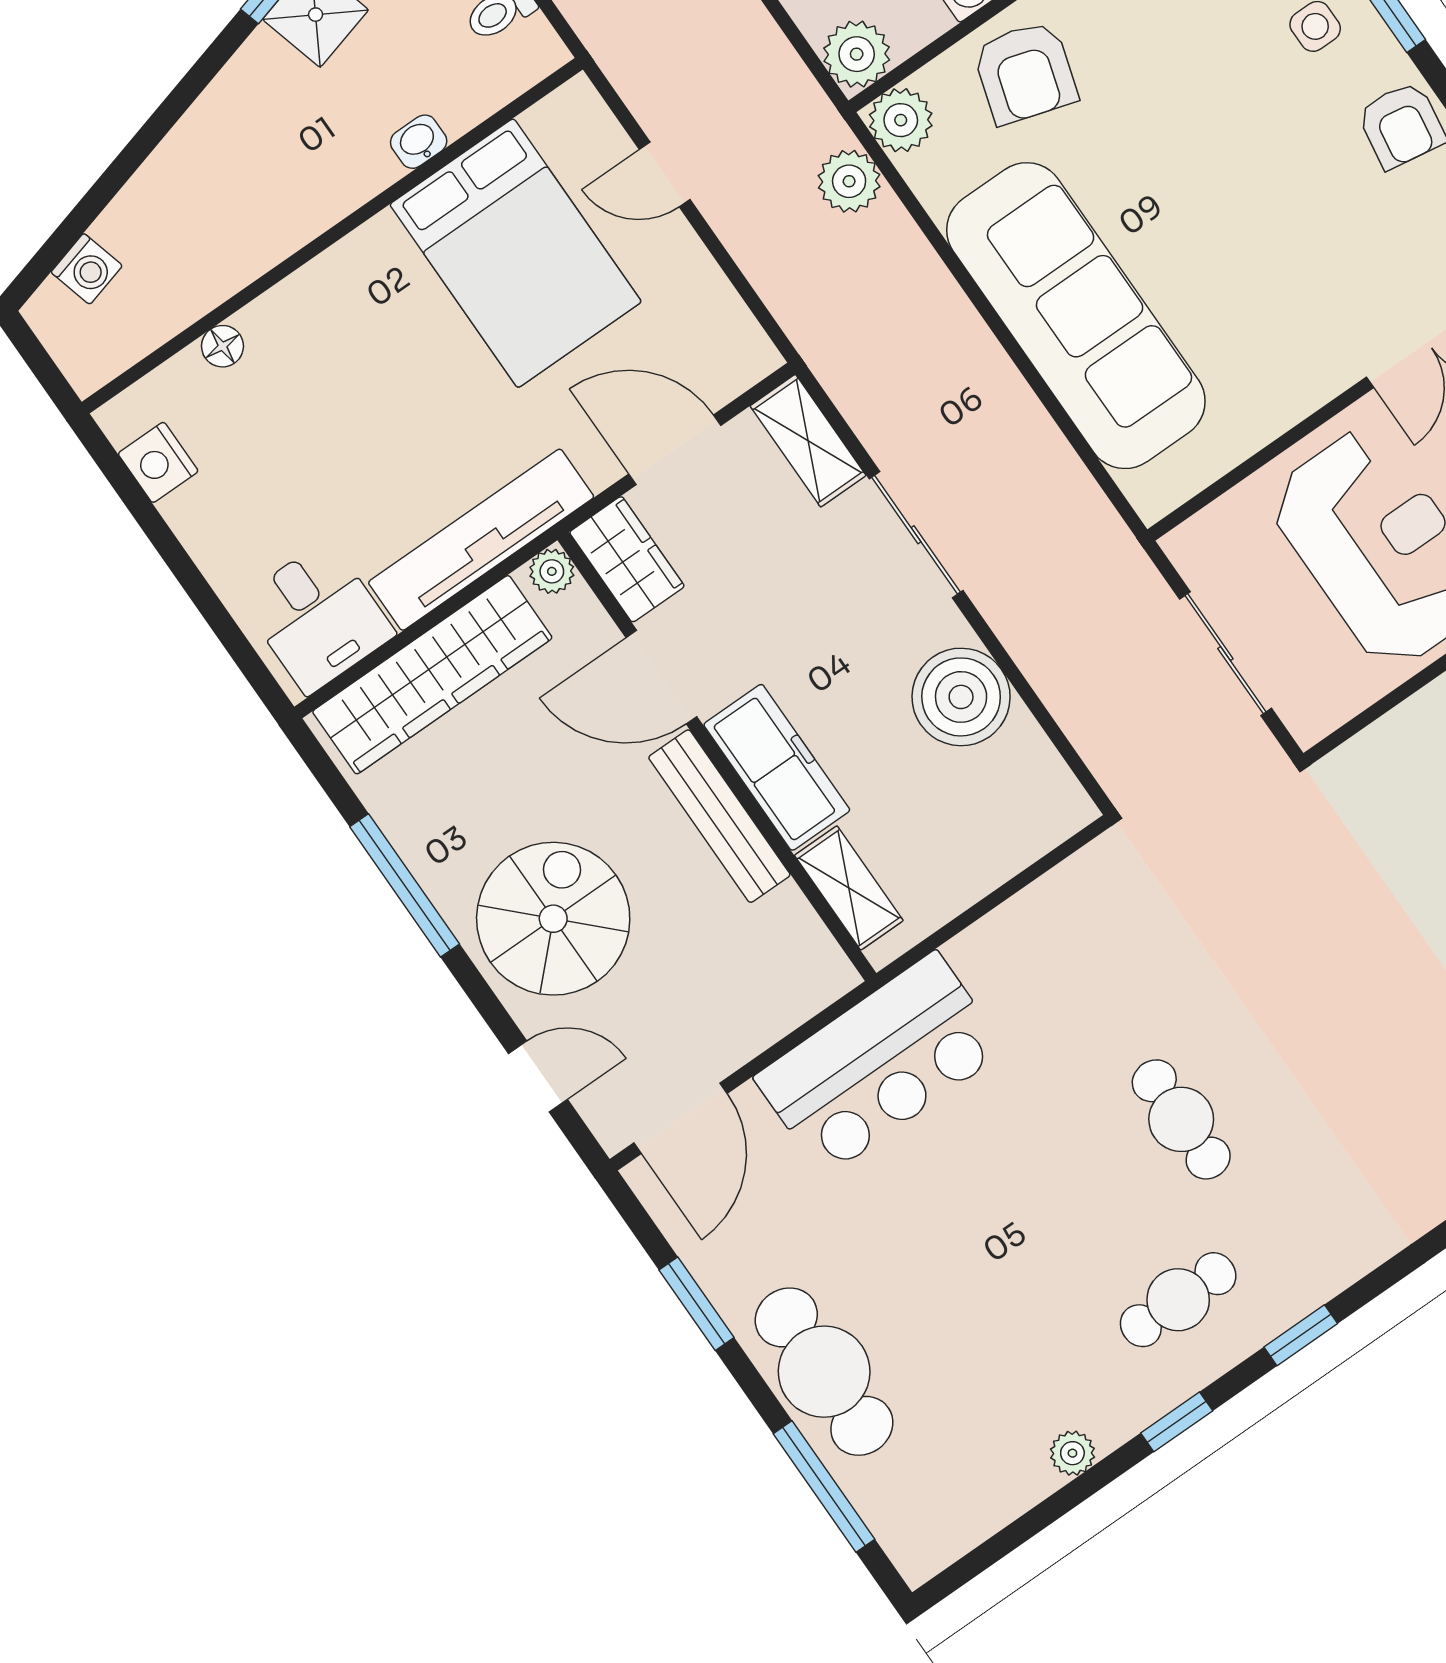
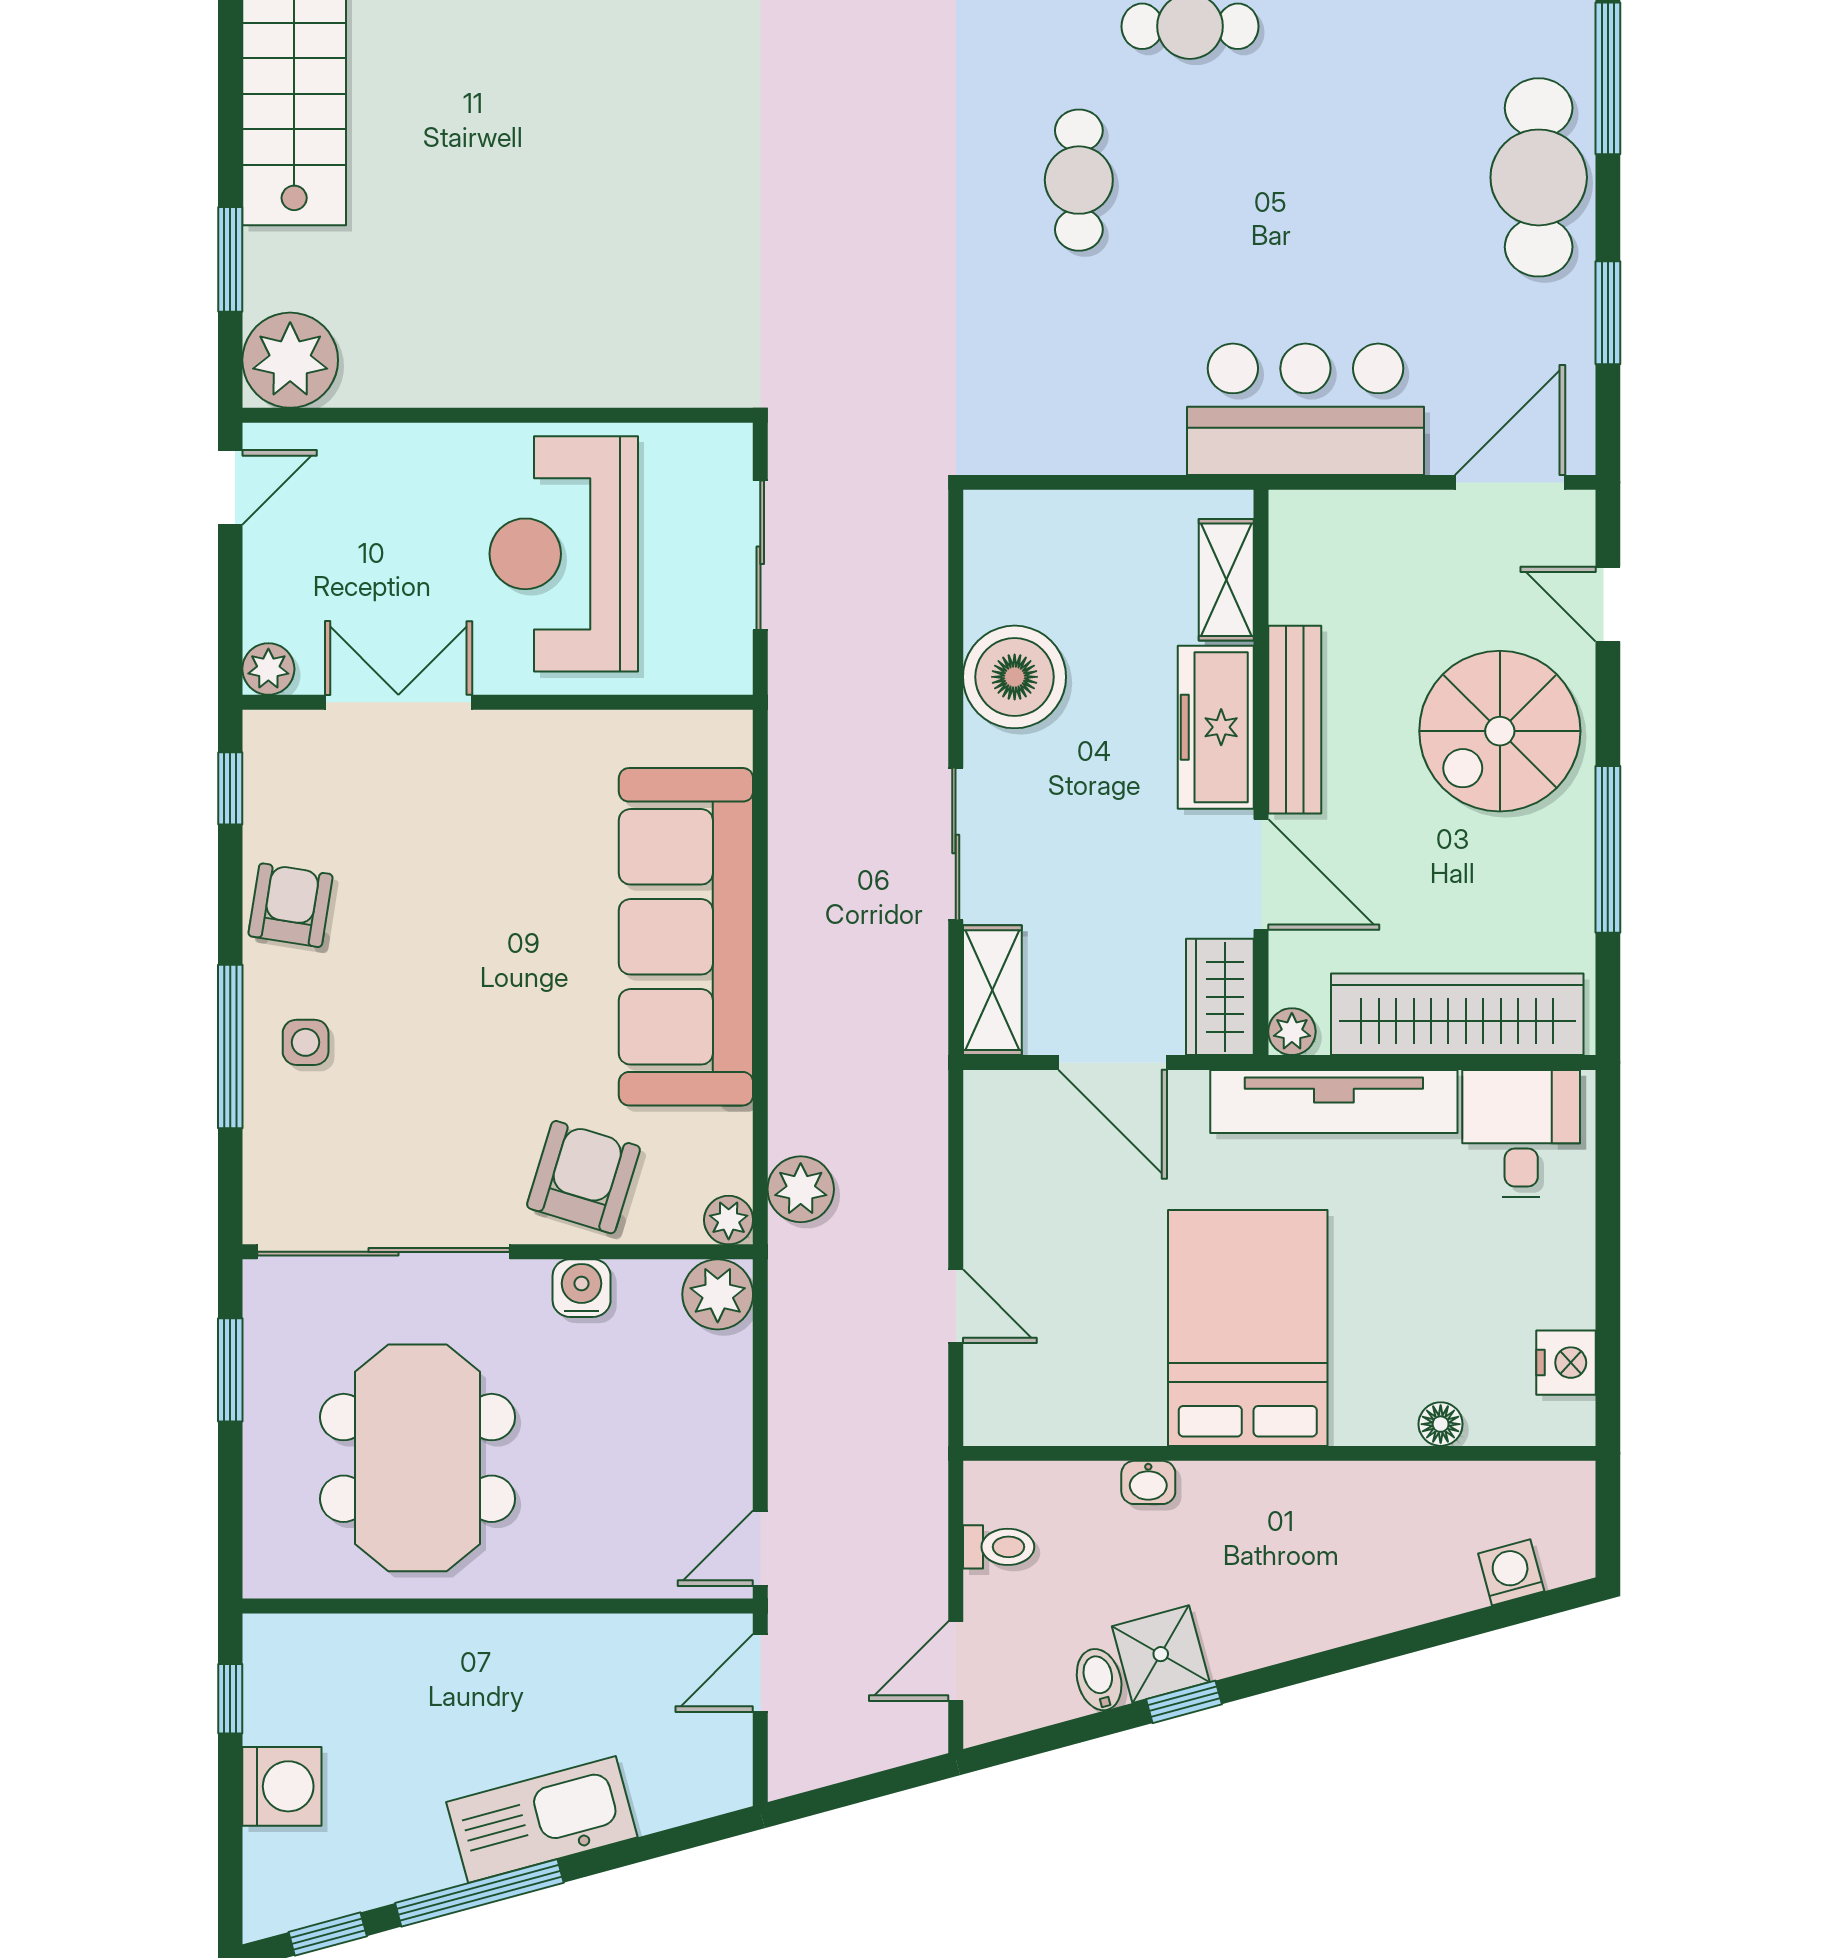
plant: (901, 120) -> (729, 1220), width x0.73, depth x0.73
bed: (516, 253) -> (1248, 1328), moved

